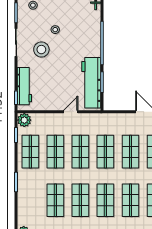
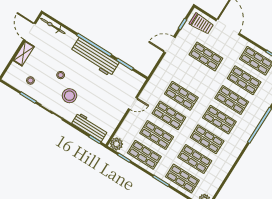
workbench: (91, 83) -> (95, 57), moved
door: (71, 112) -> (133, 103), swing flipped
shop shelf: (130, 152) -> (182, 179), moved

